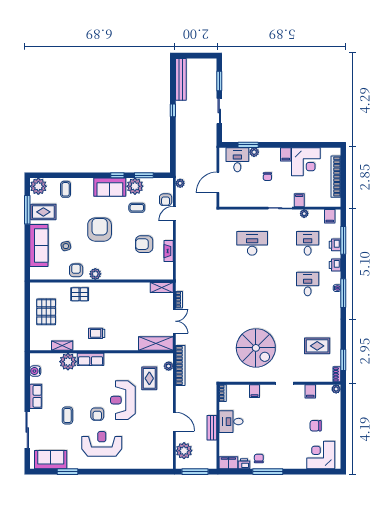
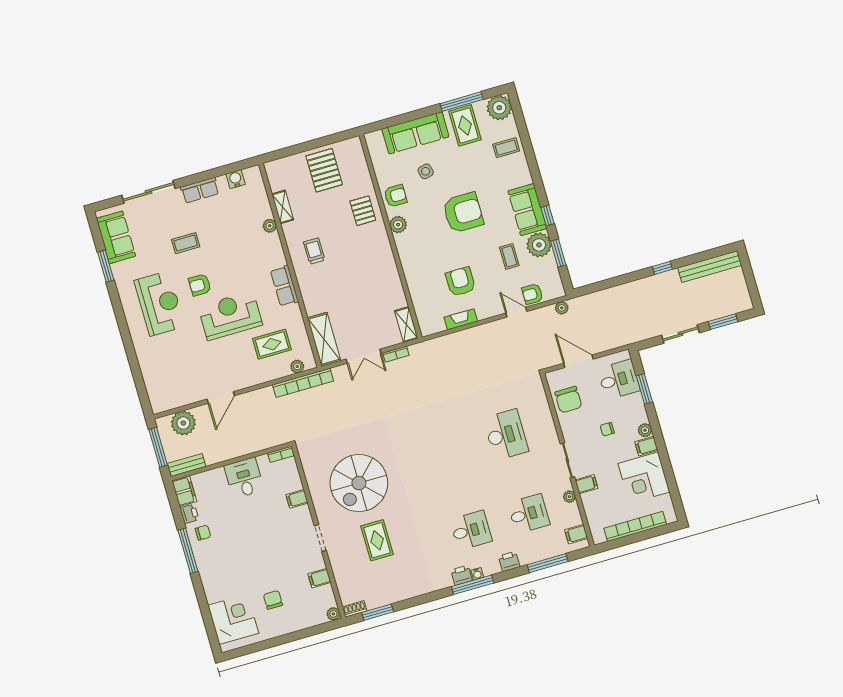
plant: (254, 152) -> (645, 430), moved
chair: (241, 196) -> (568, 400), added
printer: (335, 245) -> (462, 575), moved
pallet: (46, 312) -> (324, 170), turned 90
rug: (317, 346) -> (377, 540), moved
row of seats: (91, 359) -> (284, 286), moved
plant: (68, 362) -> (270, 226), width x0.53, depth x0.53
bench: (212, 428) -> (186, 465), moved

